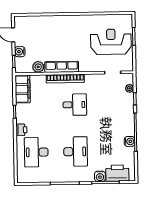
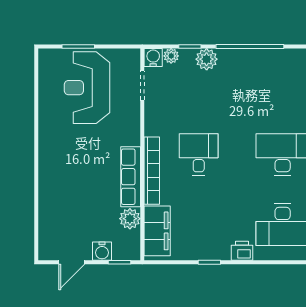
filing cabinet: (23, 89) -> (157, 231), moved, turned 90
plant: (128, 108) -> (207, 59), added
water cooler: (130, 141) -> (153, 57), moved

